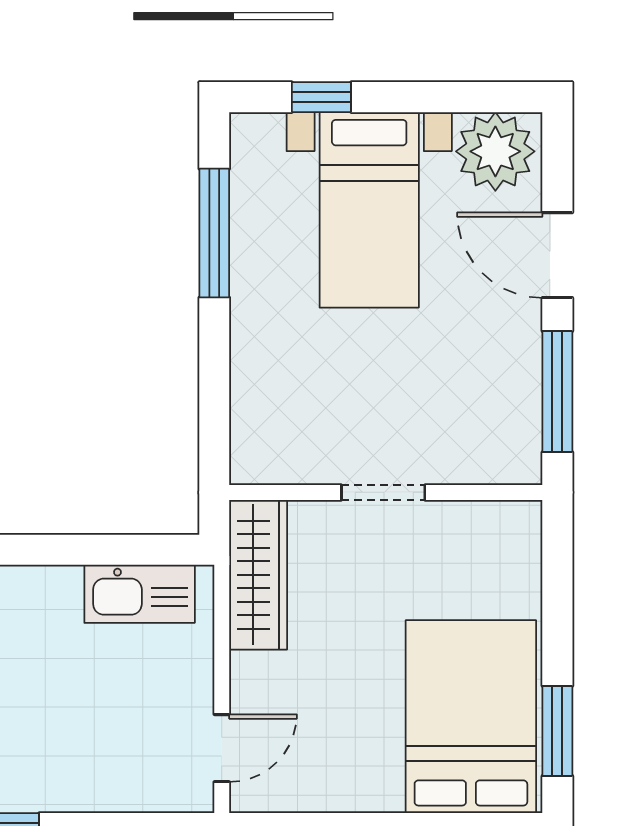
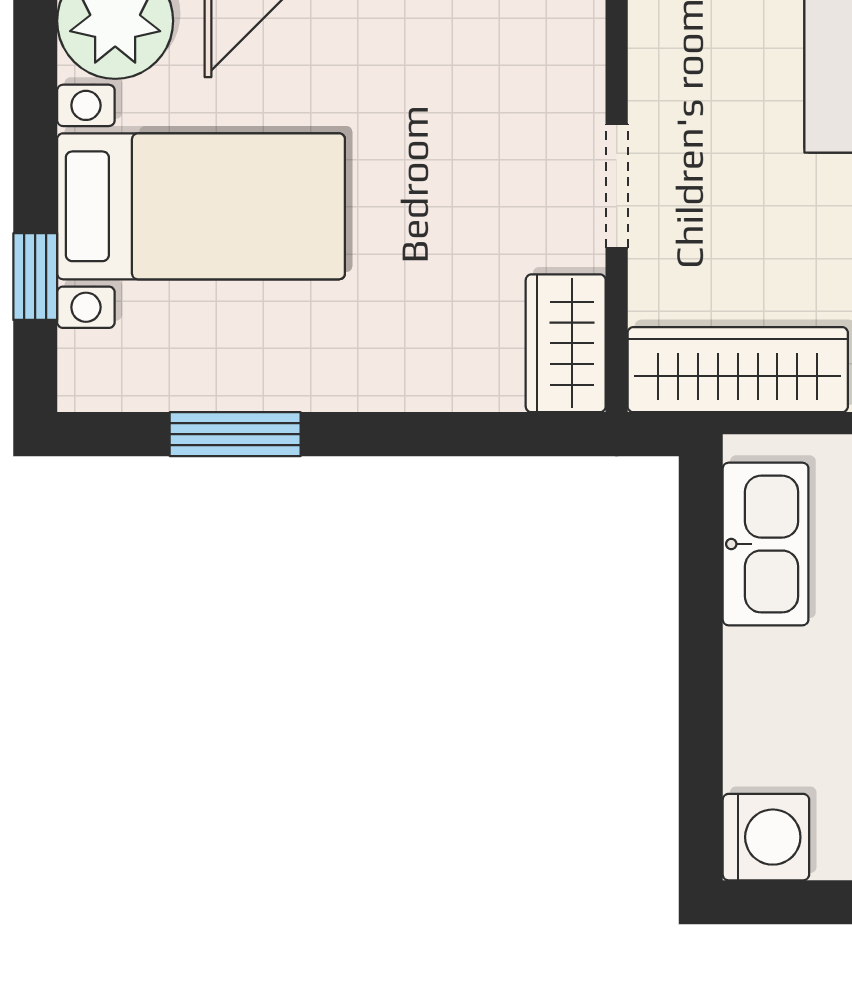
window: (214, 233) -> (235, 434), width x0.69
wardrobe: (276, 458) -> (566, 343), added

